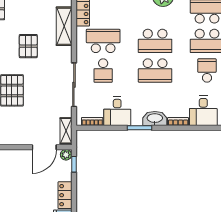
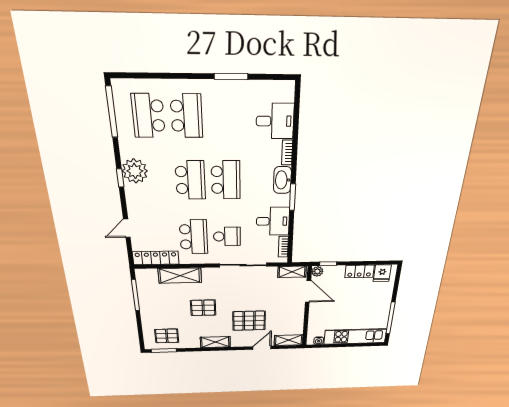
school desk: (103, 41) -> (194, 237), turned 180
school desk: (207, 71) -> (224, 116), removed

